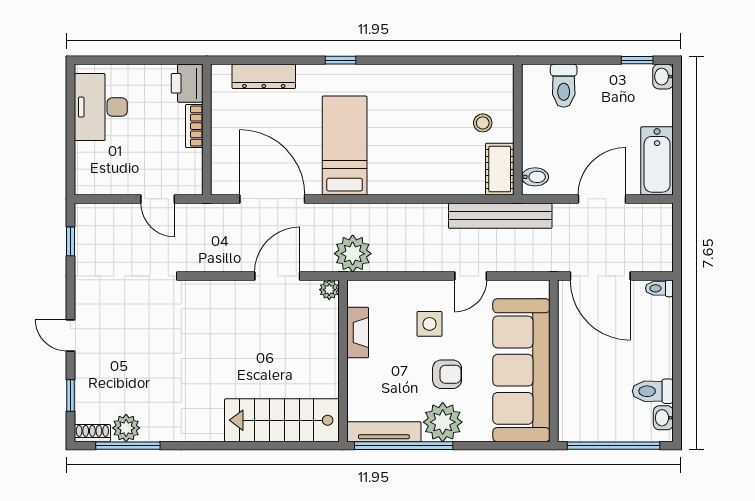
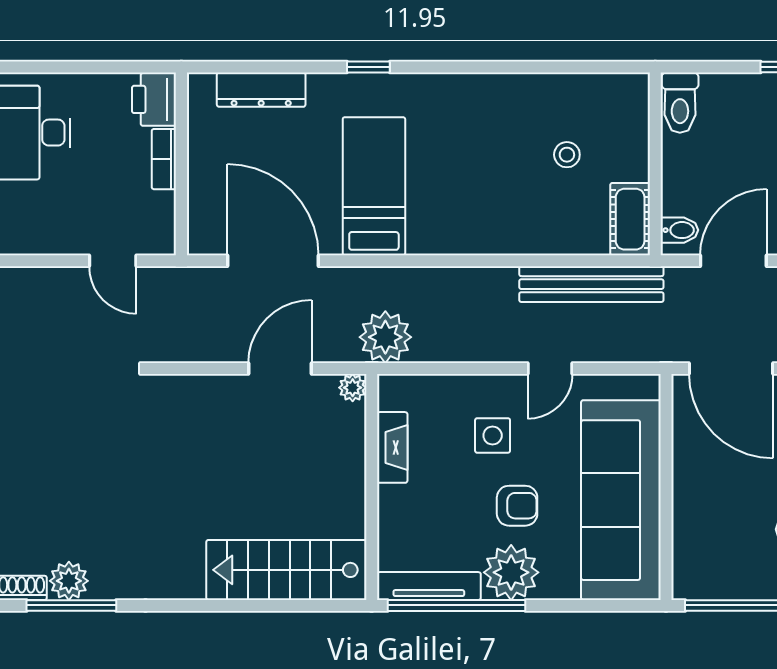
wall: (518, 130) -> (655, 164), moved
cot: (500, 169) -> (630, 219), moved
bidet: (535, 177) -> (679, 230), moved

